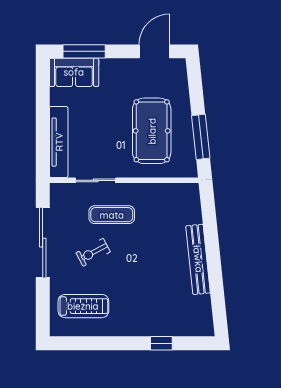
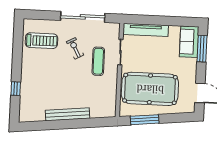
pool table: (152, 131) -> (150, 89), width x1.36, depth x1.32
treadmill: (83, 306) -> (41, 41), turned -90

